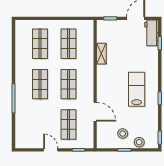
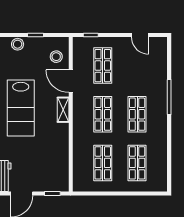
shelving: (101, 54) -> (63, 110), moved
lab bench: (137, 89) -> (21, 108), width x1.36, depth x1.39
stool: (123, 134) -> (56, 57), moved
door: (51, 150) -> (140, 35), moved

